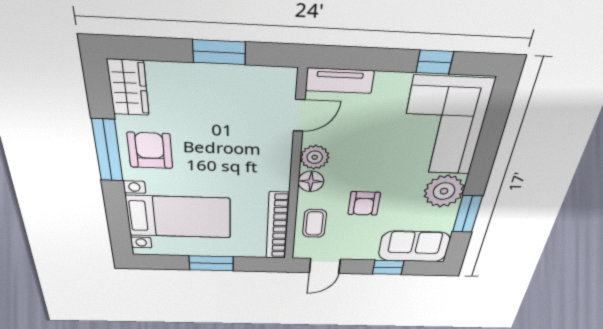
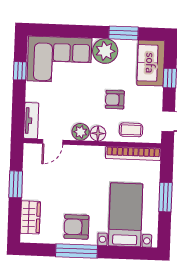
wardrobe: (128, 88) -> (30, 217), moved, turned 90
door: (299, 115) -> (53, 142), swing flipped
armchair: (364, 203) -> (115, 100), turned 180

